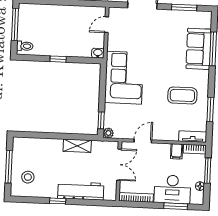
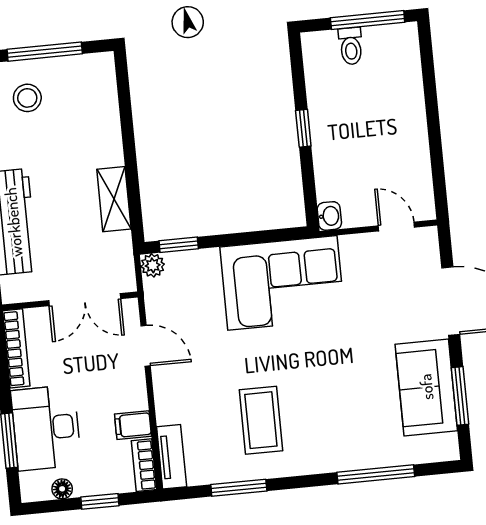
toilet: (25, 46) -> (351, 46), moved
sofa: (199, 49) -> (426, 387), moved, turned -90
window: (208, 171) -> (100, 501), width x0.67

